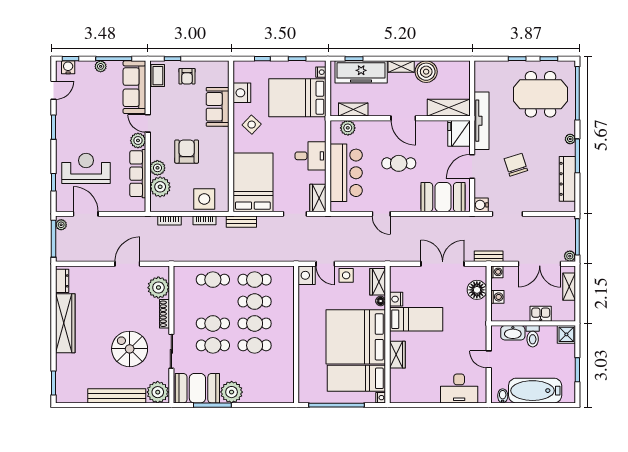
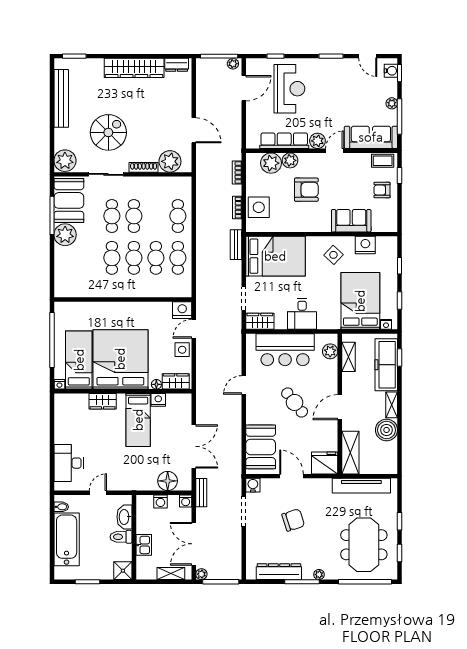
tv unit: (482, 121) -> (361, 486), moved
cafe table: (399, 163) -> (295, 402), turned -38
bench: (117, 396) -> (61, 98), moved

